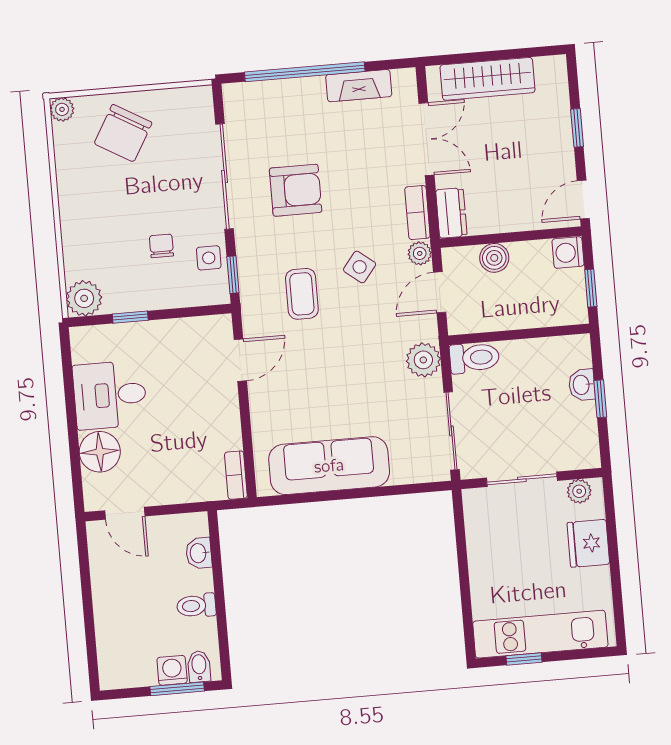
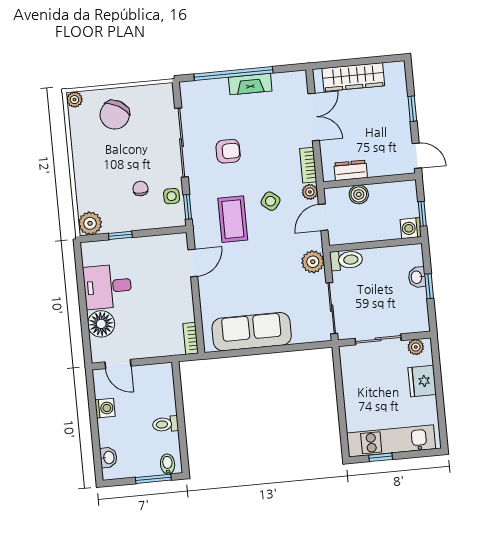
fireplace: (359, 86) -> (250, 84), moved
armchair: (296, 190) -> (228, 151), width x0.72, depth x0.72
door: (583, 200) -> (417, 156), swing flipped
dresser: (451, 213) -> (351, 170), moved, turned -90
washing machine: (568, 253) -> (411, 228), moved
coffee table: (302, 294) -> (233, 219), width x1.36, depth x1.30
washbasin: (199, 553) -> (108, 457), moved, turned 180
washing machine: (172, 670) -> (105, 408), moved, turned 90

